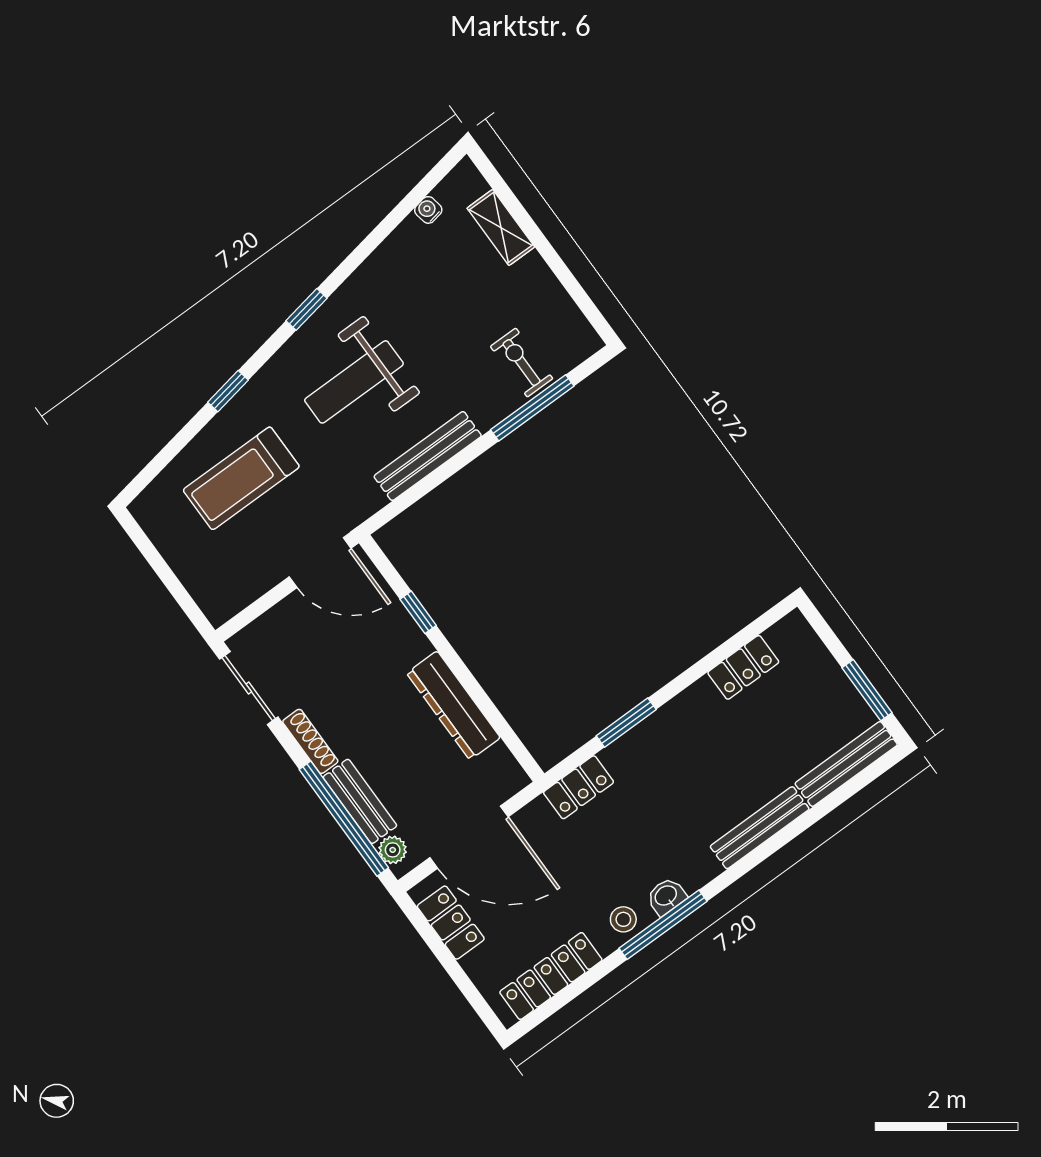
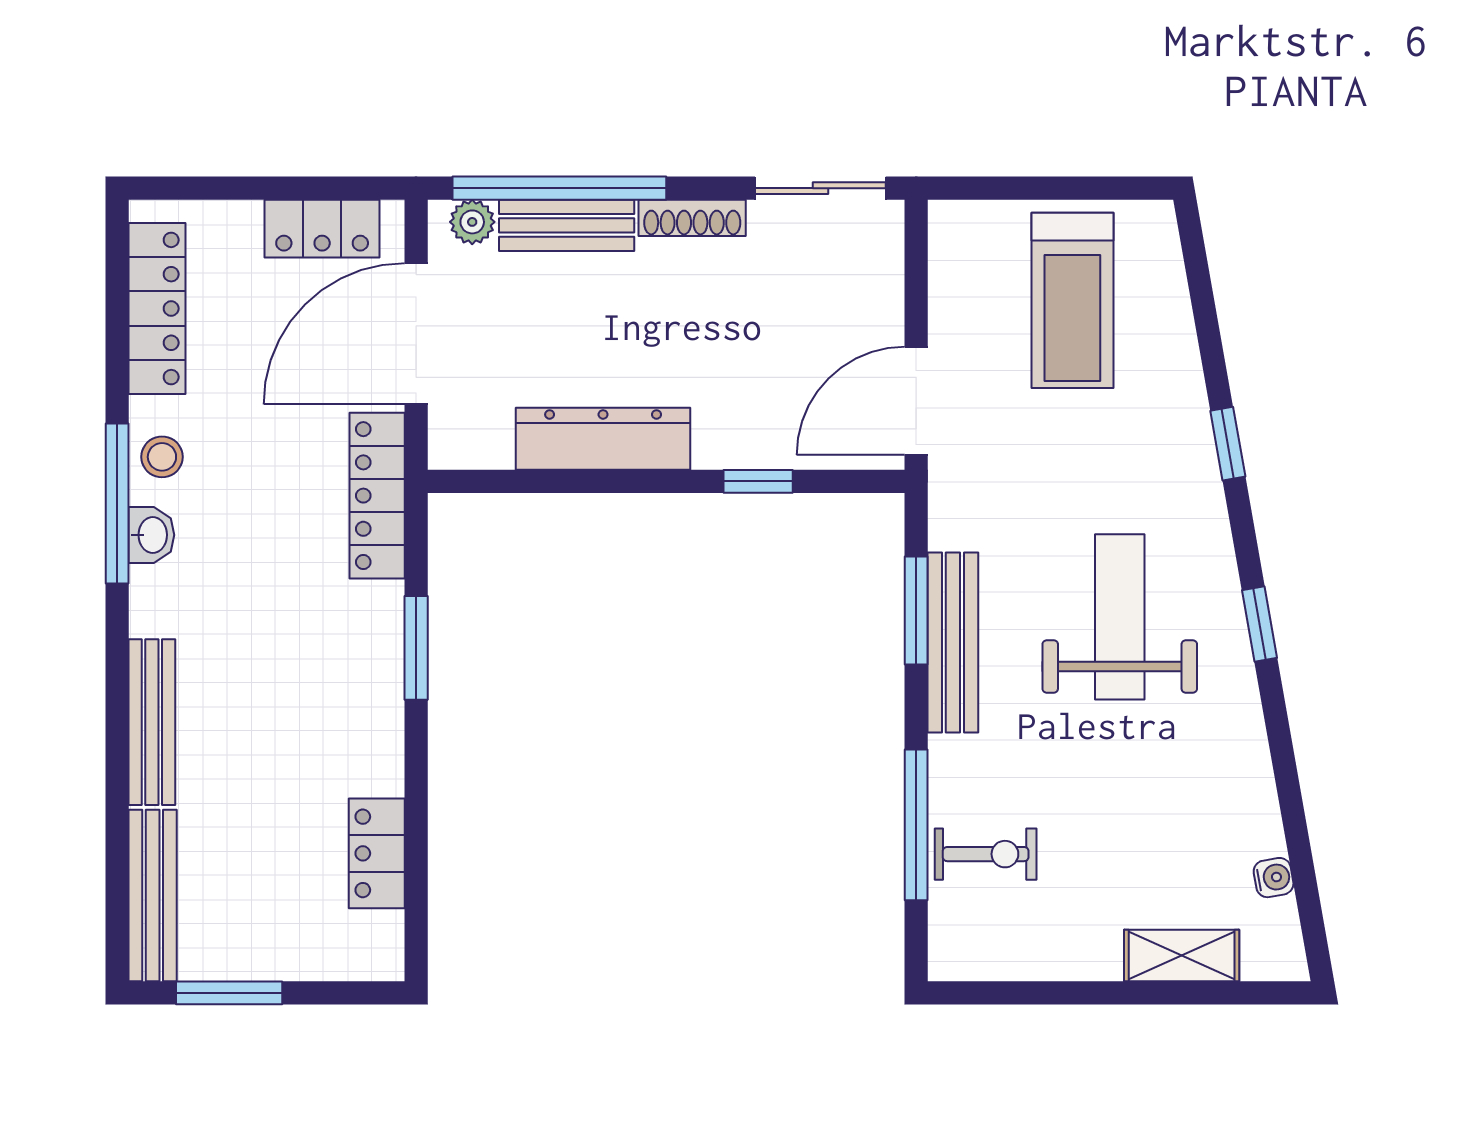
treadmill: (241, 478) -> (1072, 300), moved, turned 180
window: (425, 486) -> (916, 610), added
locker: (579, 787) -> (377, 496), width x1.53

